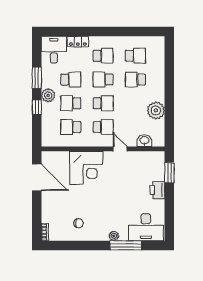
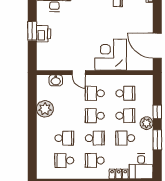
window: (169, 173) -> (32, 31), moved

